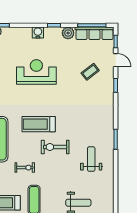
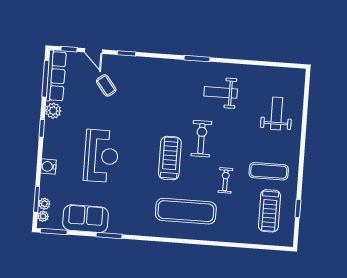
water cooler: (38, 32) -> (48, 167), moved
door: (116, 60) -> (93, 51), swing flipped
reception desk: (36, 72) -> (101, 156), turned 180
treadmill: (39, 124) -> (170, 158), turned 180
exercise bike: (55, 147) -> (201, 139), turned 180

